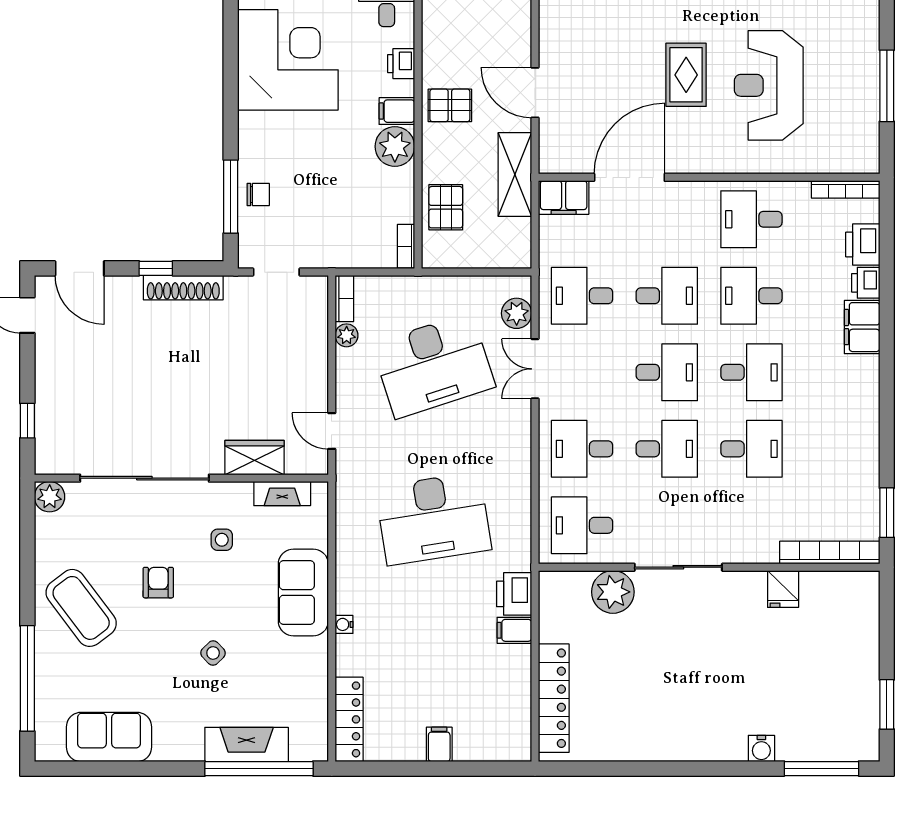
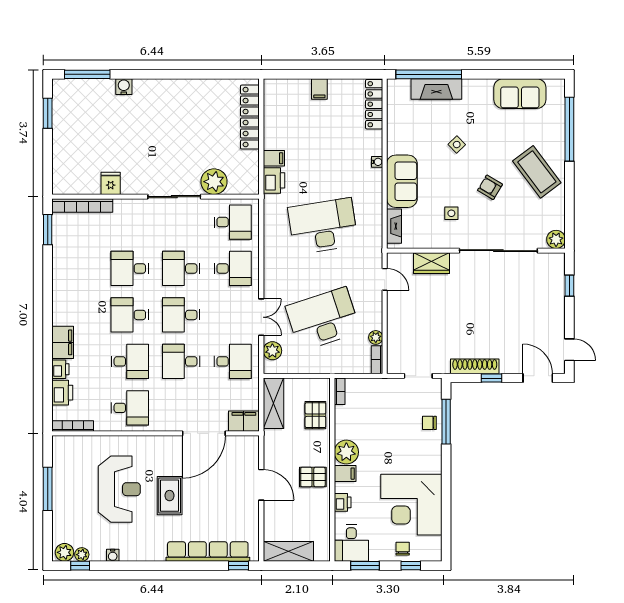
shelving: (515, 174) -> (273, 403), moved
fireplace: (282, 494) -> (394, 226), moved, turned 90
armchair: (158, 583) -> (490, 187), turned 121

